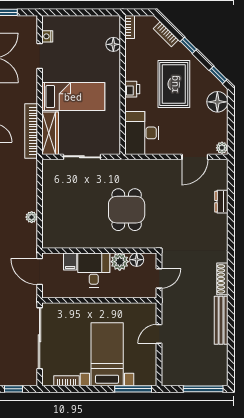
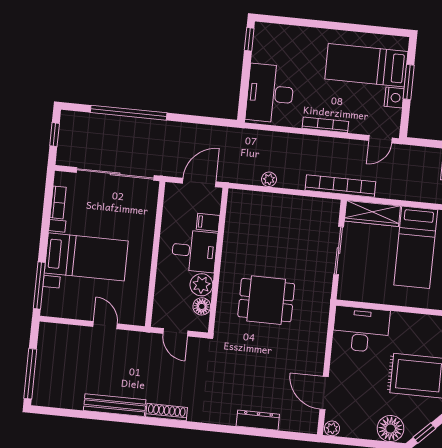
printer: (132, 89) -> (417, 323), removed
bookcase: (31, 131) -> (340, 186), moved
dresser: (221, 202) -> (258, 420), width x1.44

